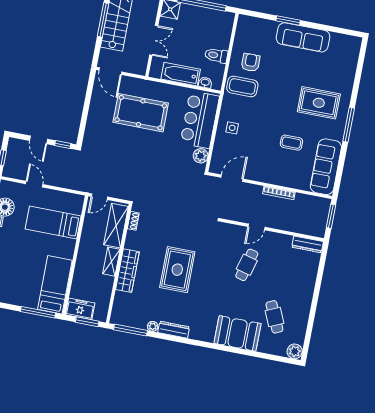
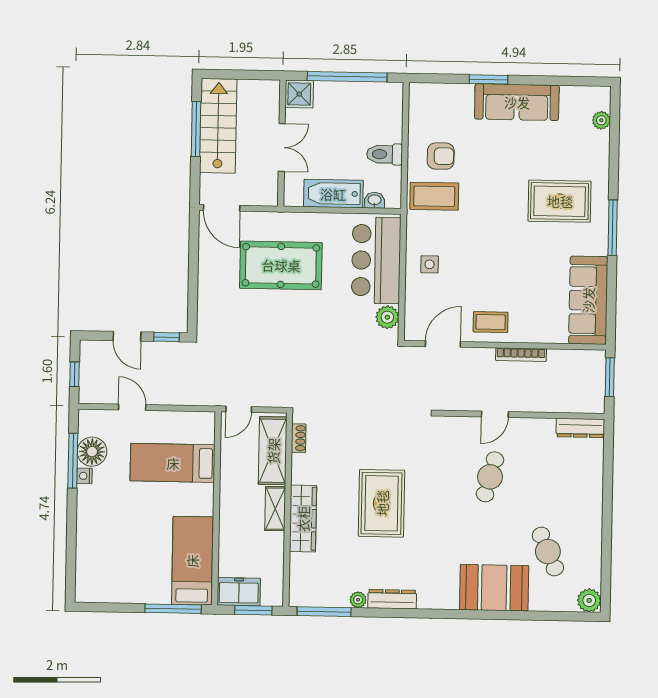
plant: (353, 57) -> (601, 120), added
armchair: (251, 62) -> (441, 156), turned 90
coffee table: (291, 143) -> (491, 322), moved

